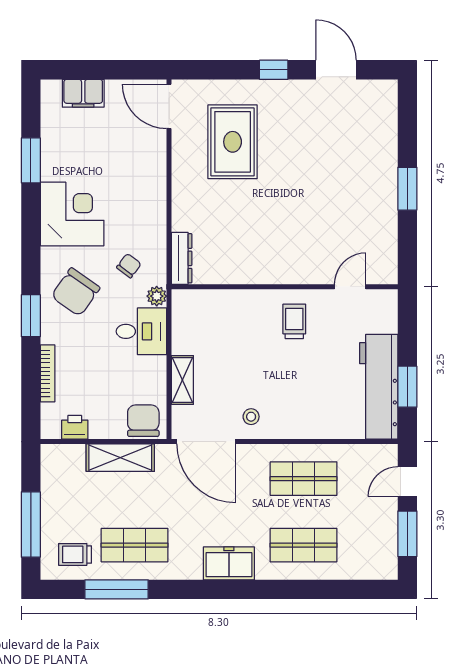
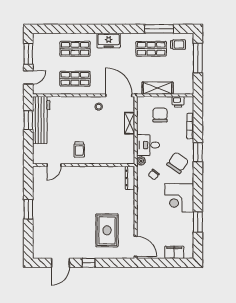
door: (336, 70) -> (60, 263), hinge flipped
chair: (143, 421) -> (160, 115), moved, turned 180

